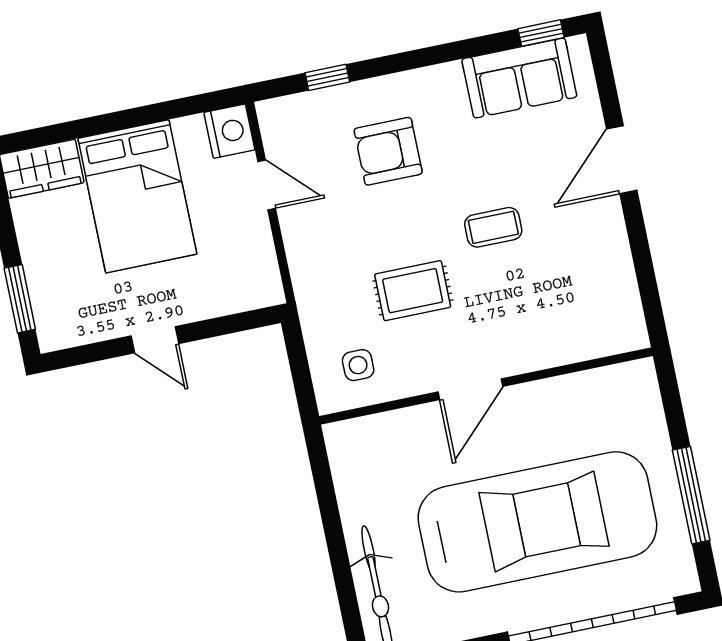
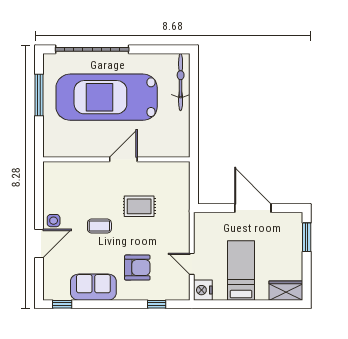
sofa: (519, 78) -> (93, 287), moved
bed: (137, 196) -> (241, 270), width x0.67
door: (155, 340) -> (253, 208), width x1.88
side table: (358, 365) -> (54, 221), moved

